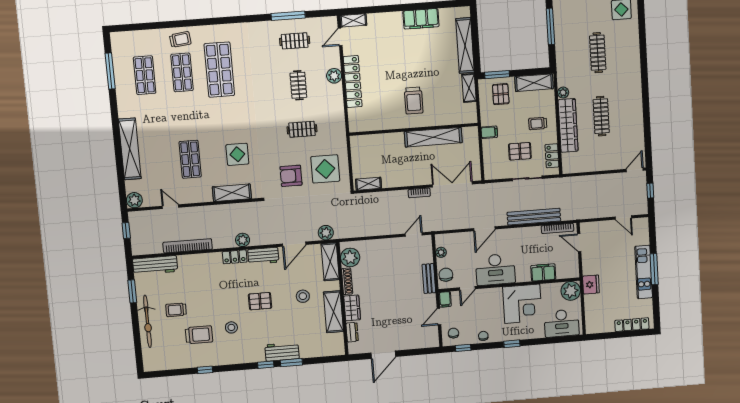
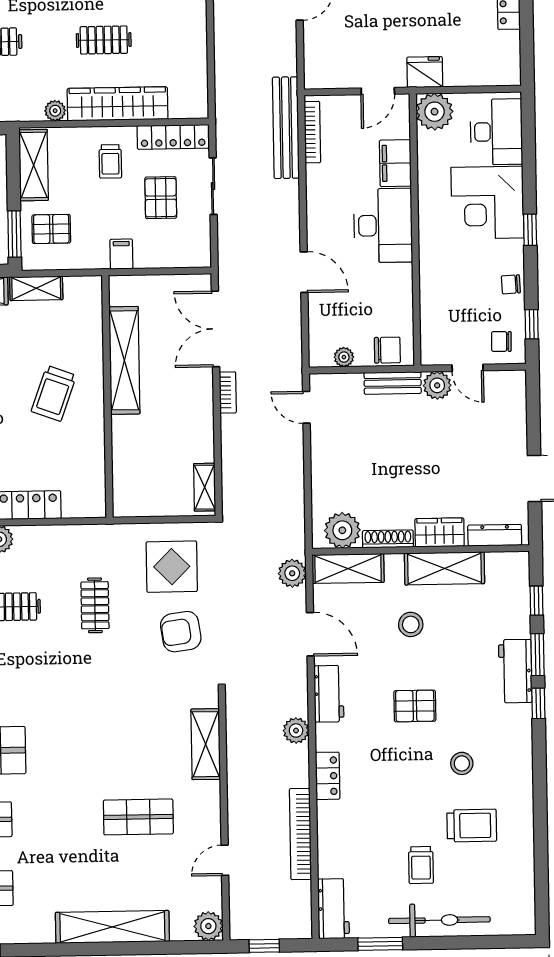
trolley: (414, 101) -> (54, 393), turned 110
clothes rail: (601, 116) -> (104, 40), width x0.73
display table: (237, 154) -> (134, 729), removed
locker: (552, 156) -> (173, 137), width x1.53
armchair: (291, 176) -> (181, 632), turned 82
bench: (534, 217) -> (286, 128), moved
door: (579, 243) -> (378, 91), moved
locker: (235, 257) -> (328, 776), moved
workbench: (155, 265) -> (333, 909), width x0.73
desk: (495, 269) -> (383, 225), moved
chair: (446, 275) -> (387, 350), turned 180
door: (467, 288) -> (416, 311), removed
filing cabinet: (445, 299) -> (435, 354), removed
pallet: (260, 301) -> (415, 706), turned 90
plant: (429, 302) -> (437, 385), added
corner desk: (522, 304) -> (487, 203), moved, turned 180
dresser: (352, 332) -> (495, 535), width x1.44
trolley: (199, 335) -> (472, 826), turned 90
window: (205, 370) -> (537, 601), moved

